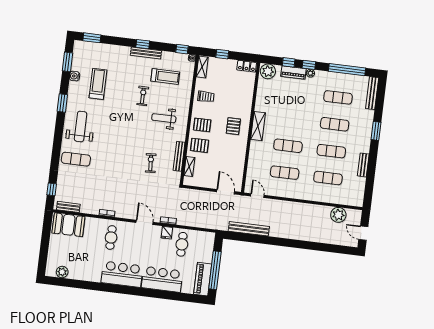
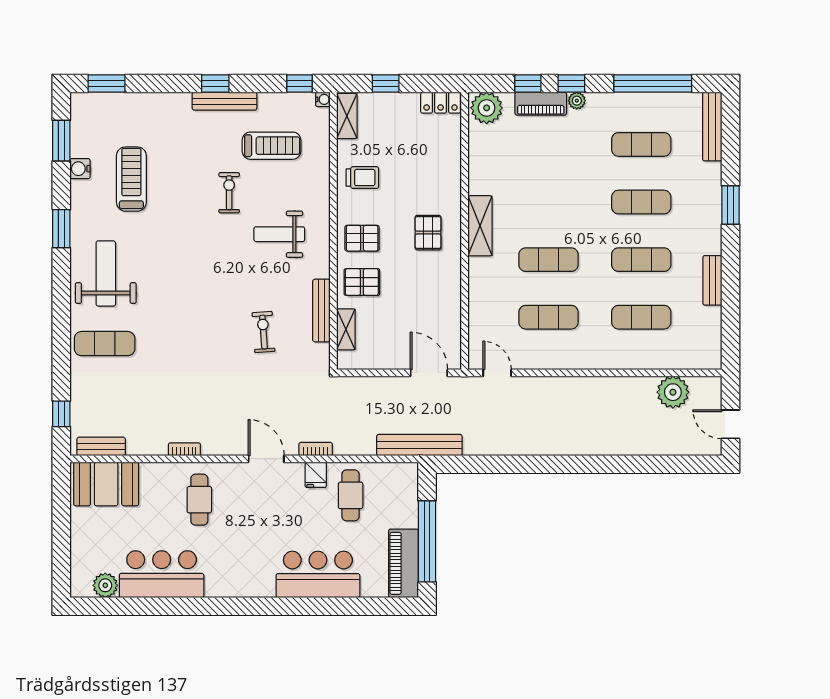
bench: (249, 229) -> (419, 445), moved
bar counter: (122, 274) -> (162, 574), moved

